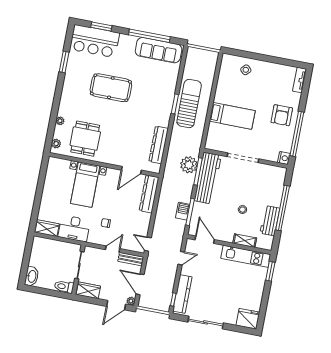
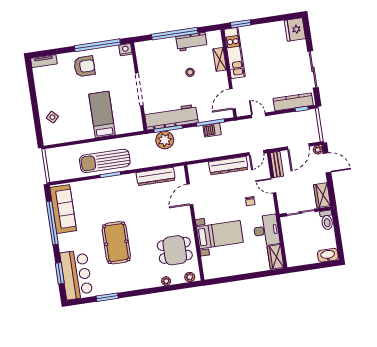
door: (131, 170) -> (190, 194), swing flipped
dresser: (149, 194) -> (228, 166), moved

